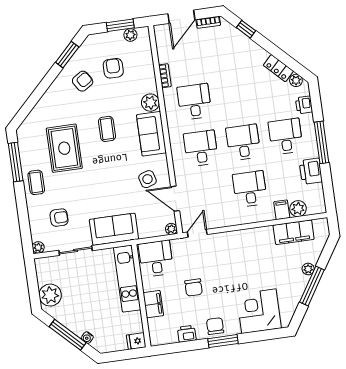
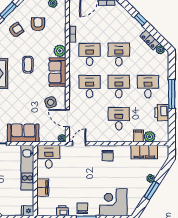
window: (246, 29) -> (140, 19), moved
desk: (237, 96) -> (119, 54), added
printer: (304, 105) -> (163, 67), removed
window: (312, 286) -> (152, 190), width x0.69
chair: (194, 287) -> (108, 156), moved

